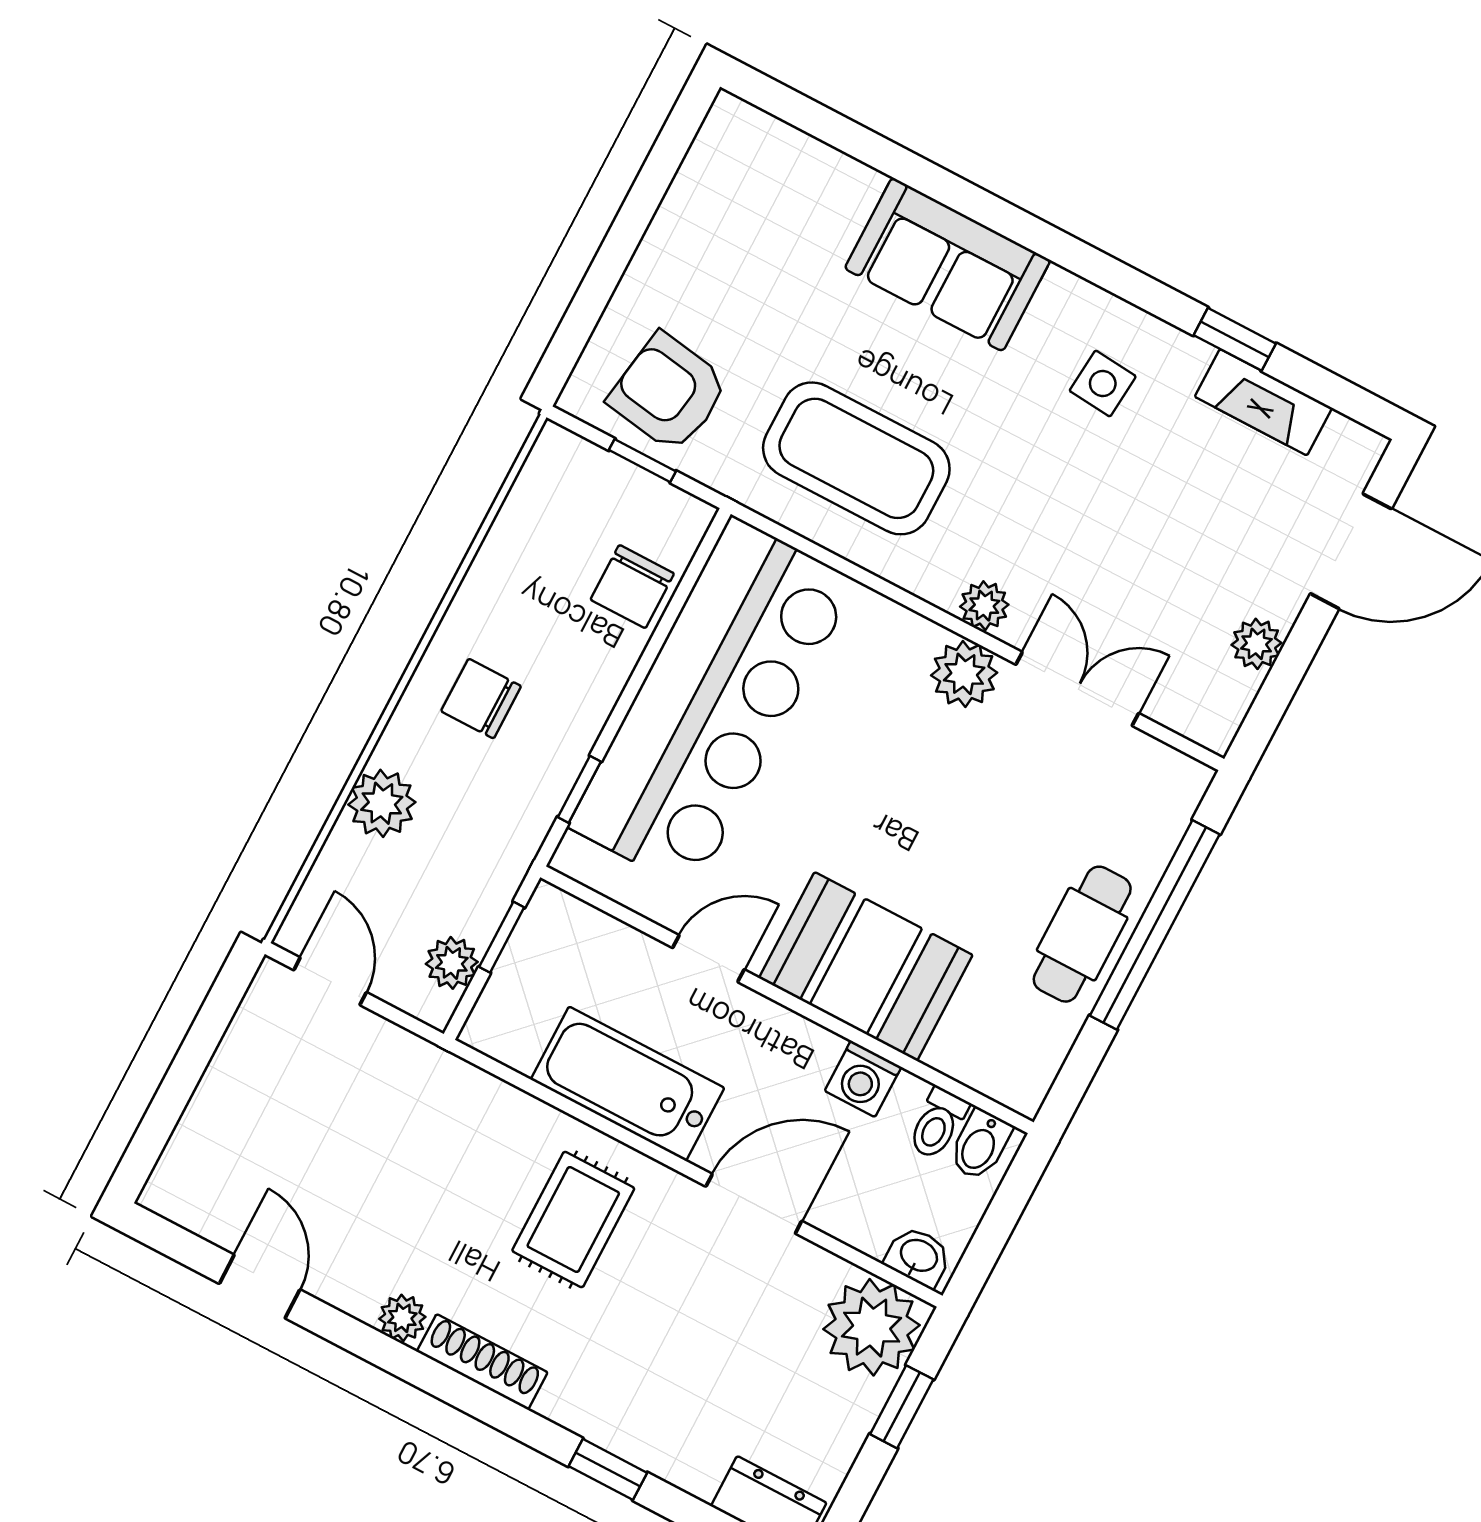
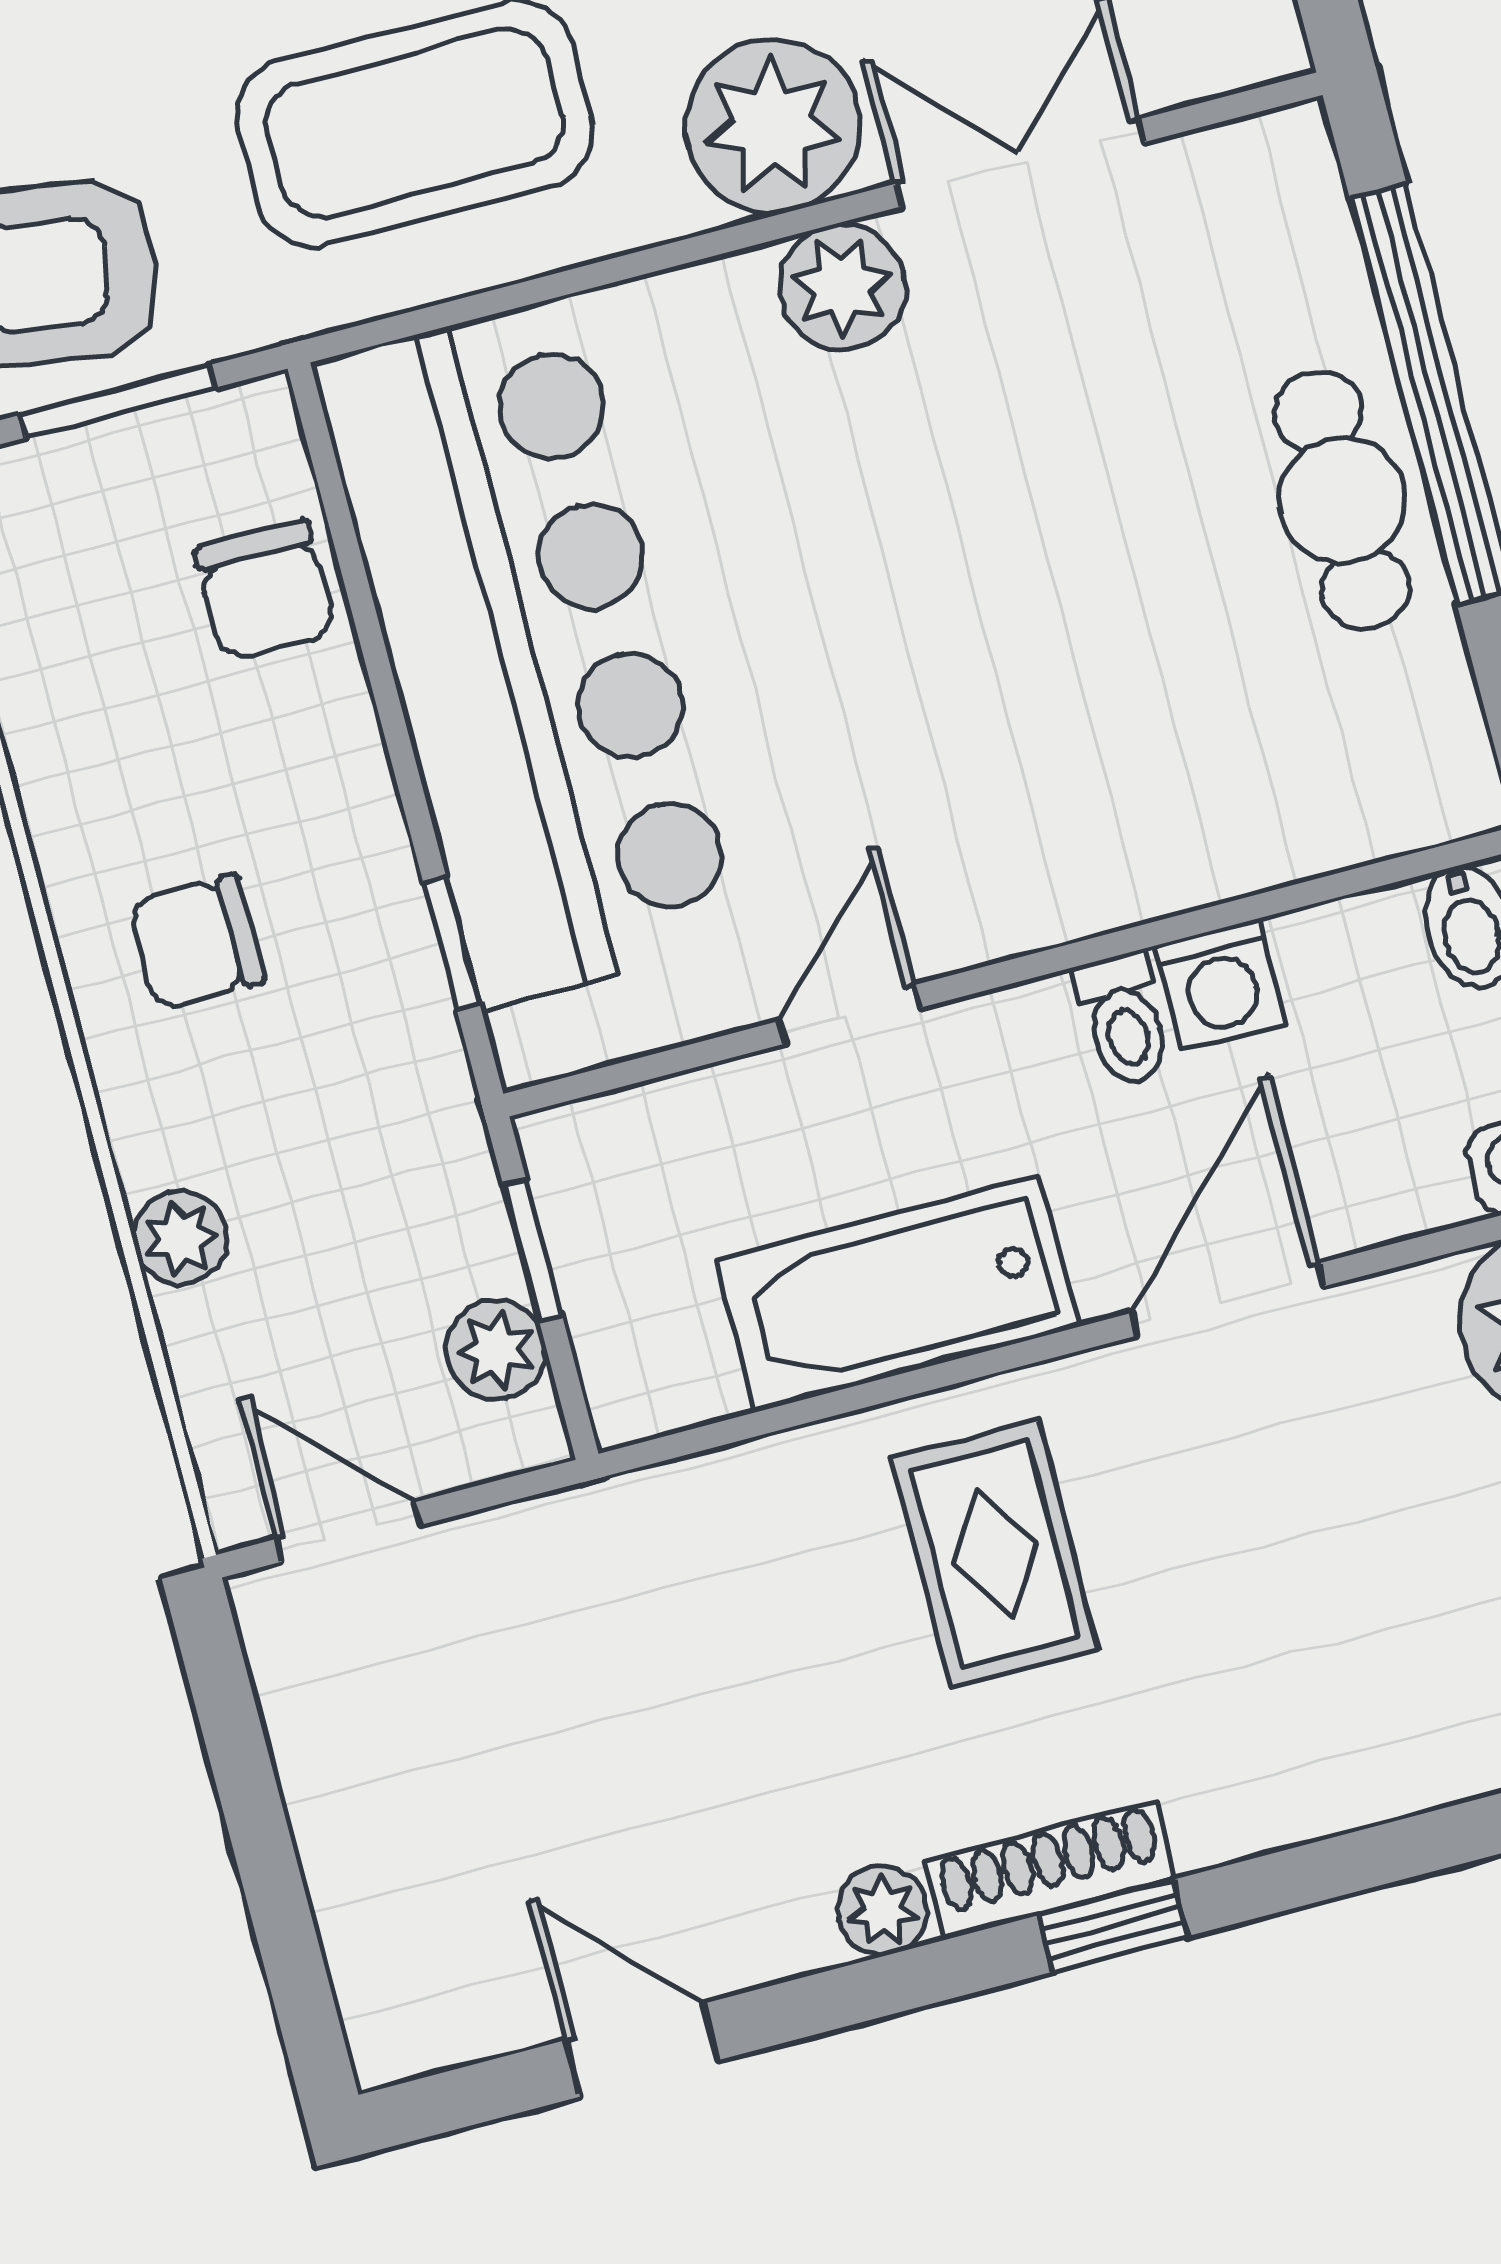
window: (642, 461) -> (118, 401), width x1.50
plant: (984, 606) -> (773, 126), width x1.88, depth x1.88
plant: (382, 803) -> (180, 1238), width x0.73, depth x0.73
booth: (866, 966) -> (1080, 823), removed
toilet: (938, 1124) -> (1124, 1019), moved
window: (608, 1469) -> (1113, 1926), moved

